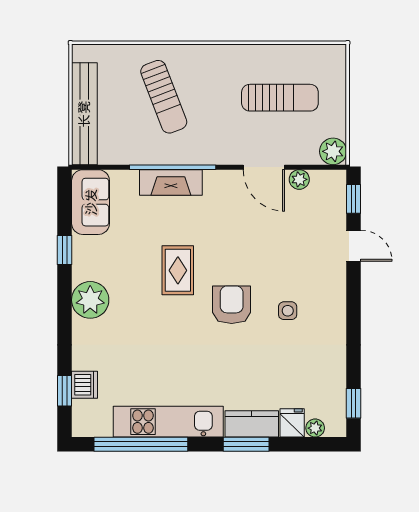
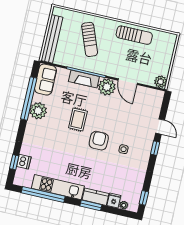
sun lounger: (280, 98) -> (134, 35), moved
plant: (299, 179) -> (107, 87), moved, width x1.88, depth x1.88
window: (354, 199) -> (155, 148), moved
window: (65, 250) -> (29, 99), width x3.17
plant: (90, 300) -> (38, 111), moved

